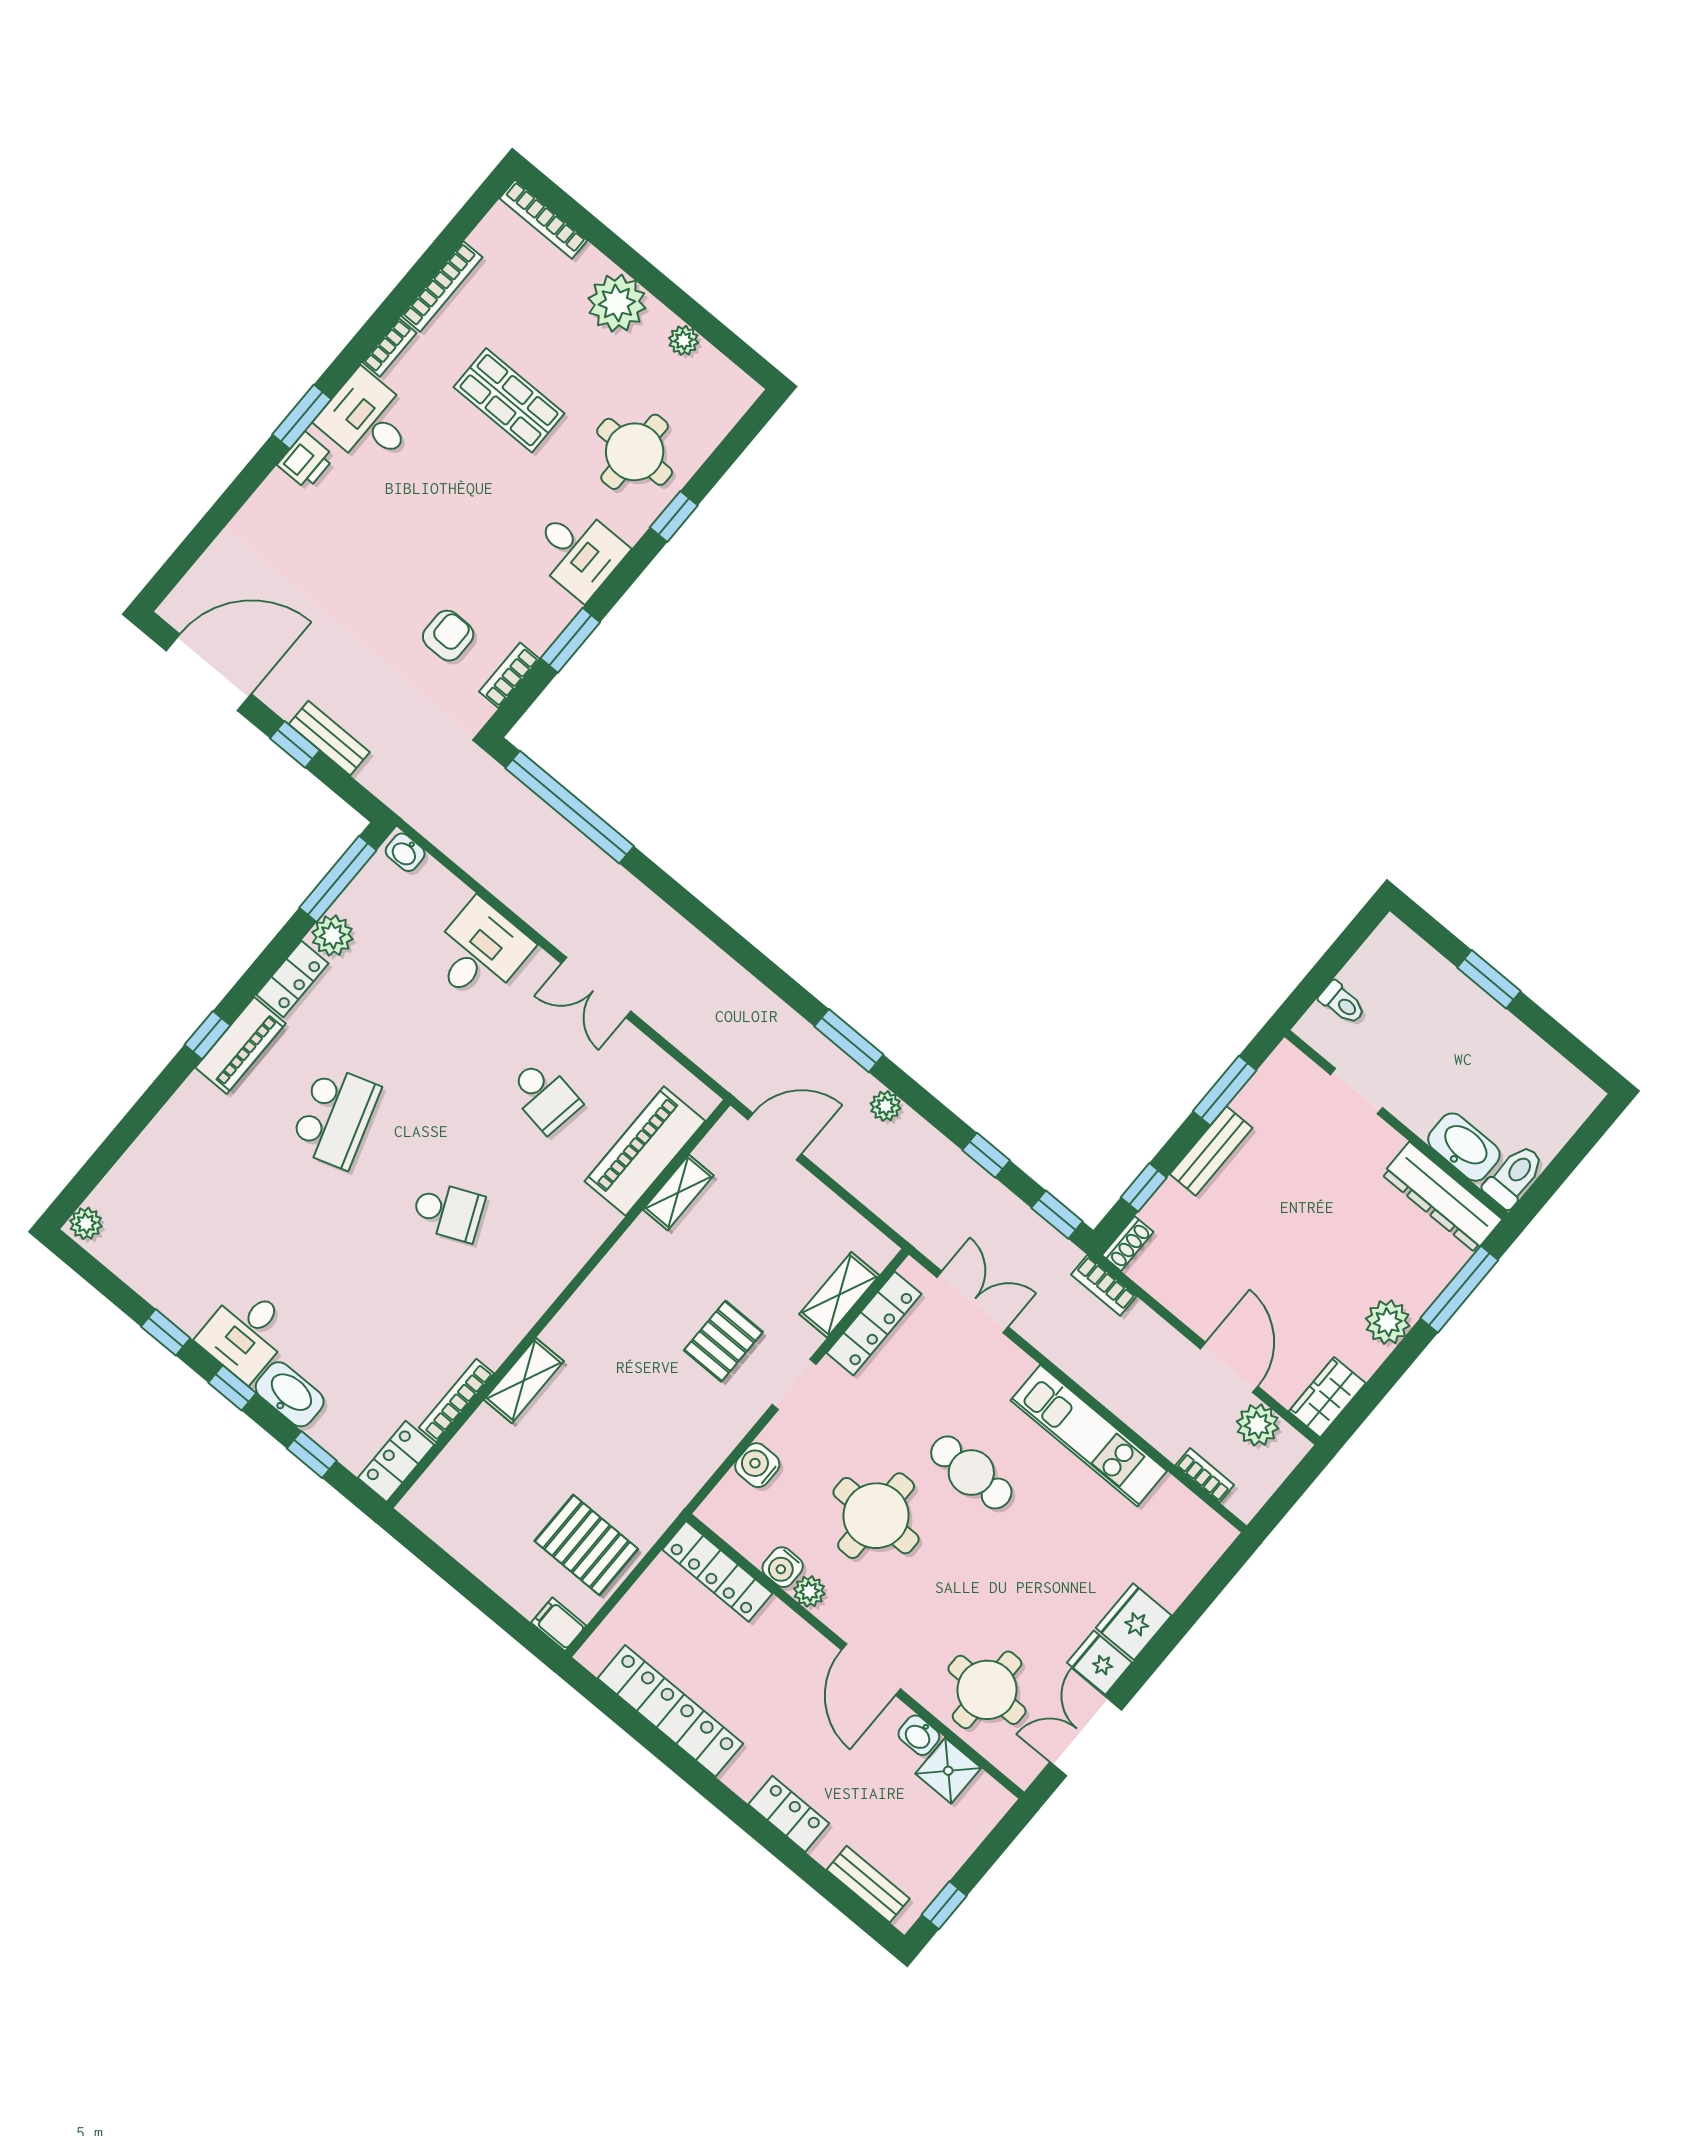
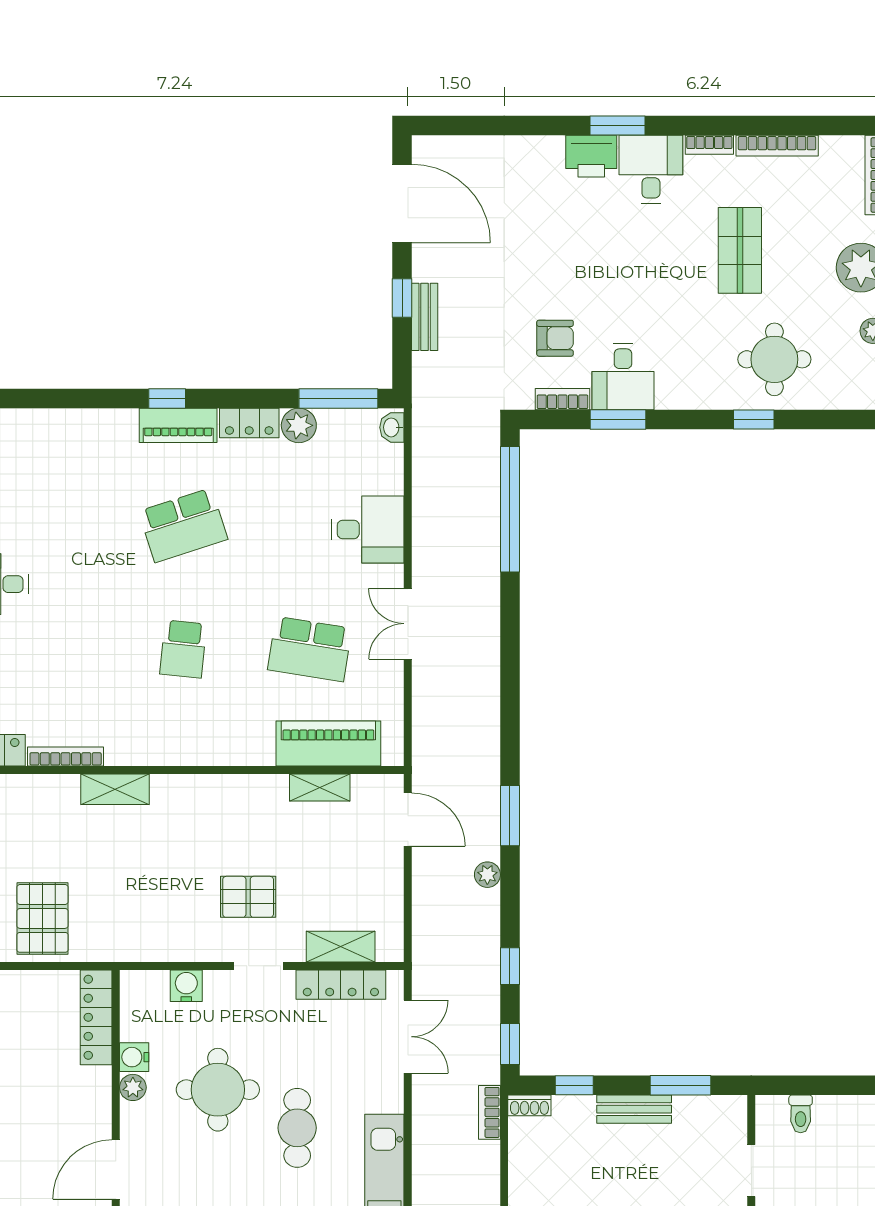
printer: (306, 461) -> (591, 156), width x1.36, depth x1.24
desk: (578, 552) -> (623, 377), moved
school desk: (544, 1096) -> (310, 649), width x1.85
school desk: (448, 1211) -> (183, 649), turned 30

